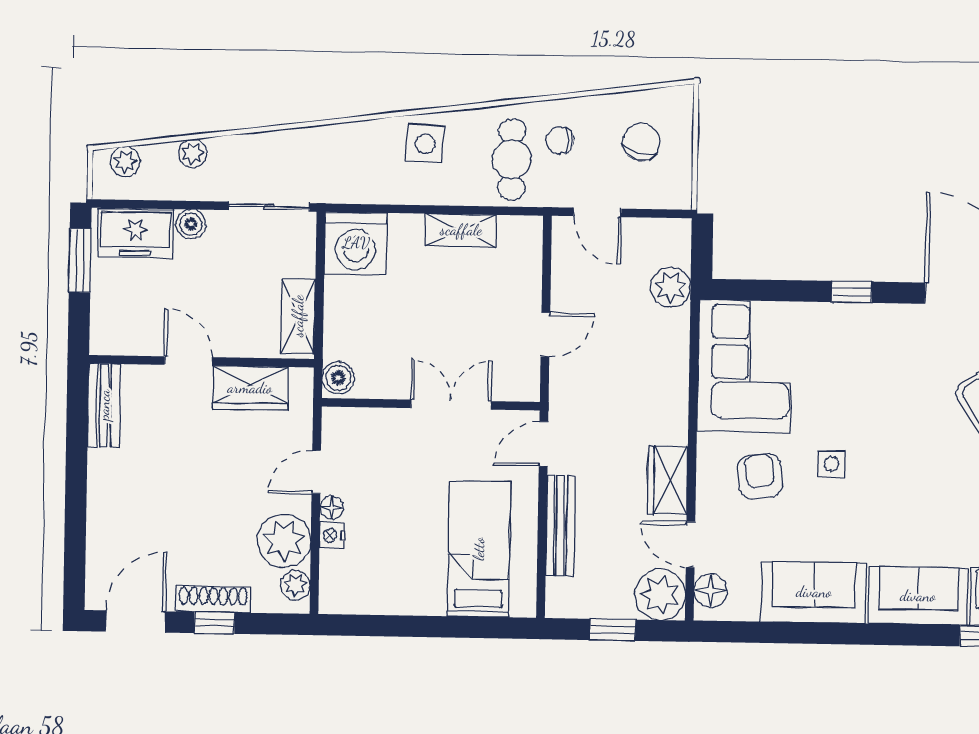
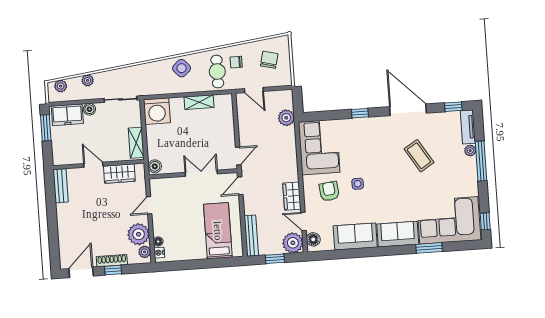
side table: (425, 144) -> (182, 68), turned 45
door: (545, 334) -> (238, 156), moved
floor lamp: (332, 508) -> (158, 242), moved
bench: (560, 526) -> (251, 236), moved
nightstand: (332, 535) -> (159, 253), moved

